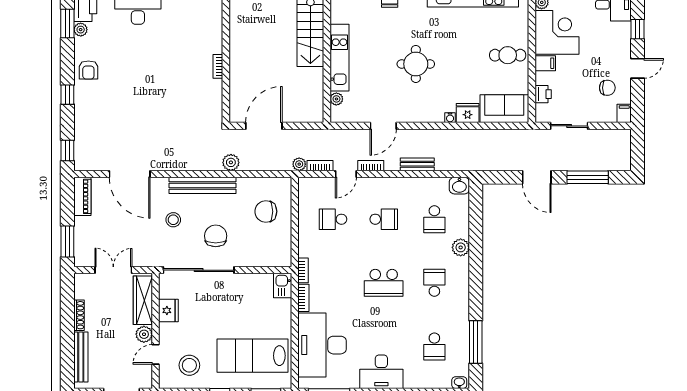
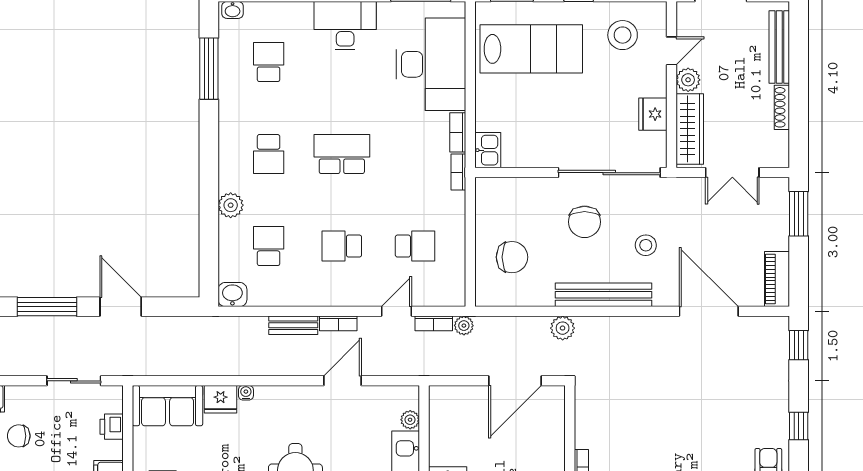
bookcase: (371, 166) -> (338, 323), moved

